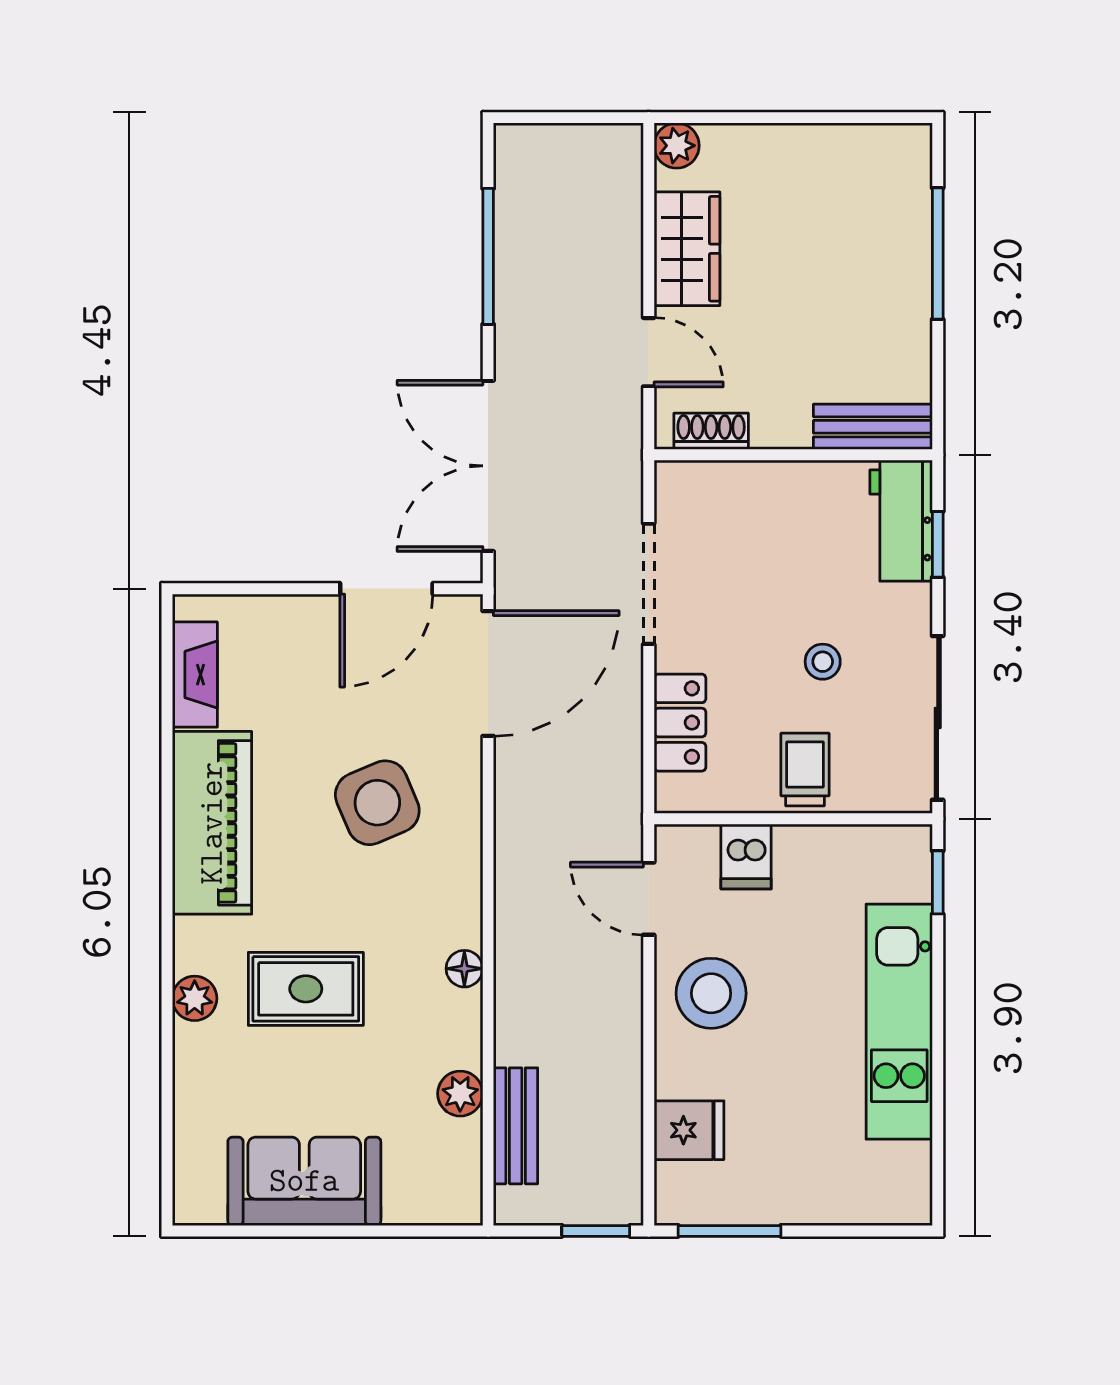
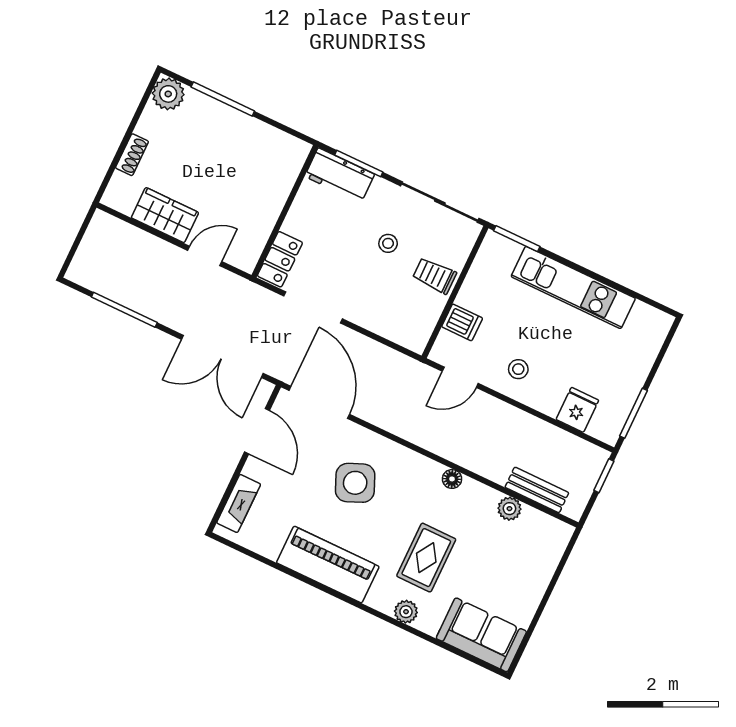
plant: (677, 146) -> (168, 94), moved, width x1.38, depth x1.38
bench: (873, 427) -> (289, 168), removed
shoe rack: (711, 431) -> (132, 155), moved, turned 180
window: (938, 544) -> (359, 164), width x1.50
fireplace: (195, 675) -> (239, 503), moved, turned 90
locker: (680, 723) -> (280, 259), moved, turned 90
window: (938, 882) -> (517, 239), width x1.50
stool: (711, 993) -> (518, 369), width x0.53, depth x0.53
sofa: (304, 1181) -> (481, 635), moved, turned 90

